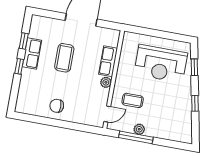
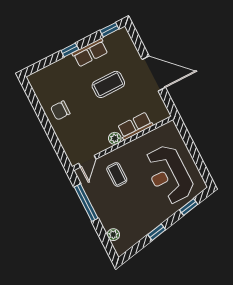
window: (24, 41) -> (109, 30), moved
chair: (57, 106) -> (60, 110), turned -90
door: (107, 114) -> (87, 161), hinge flipped
plant: (139, 129) -> (113, 235), moved

